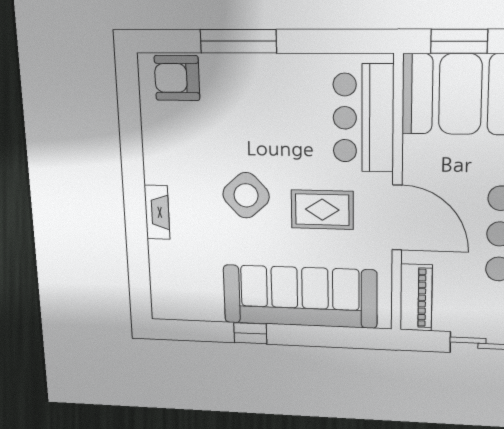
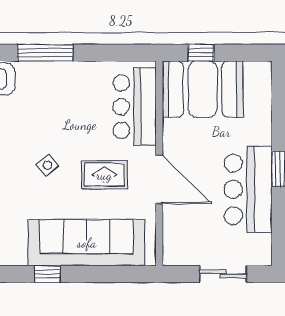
window: (459, 41) -> (201, 53), width x0.67
side table: (246, 195) -> (47, 165), width x0.54, depth x0.54
piano: (416, 298) -> (174, 240), removed

